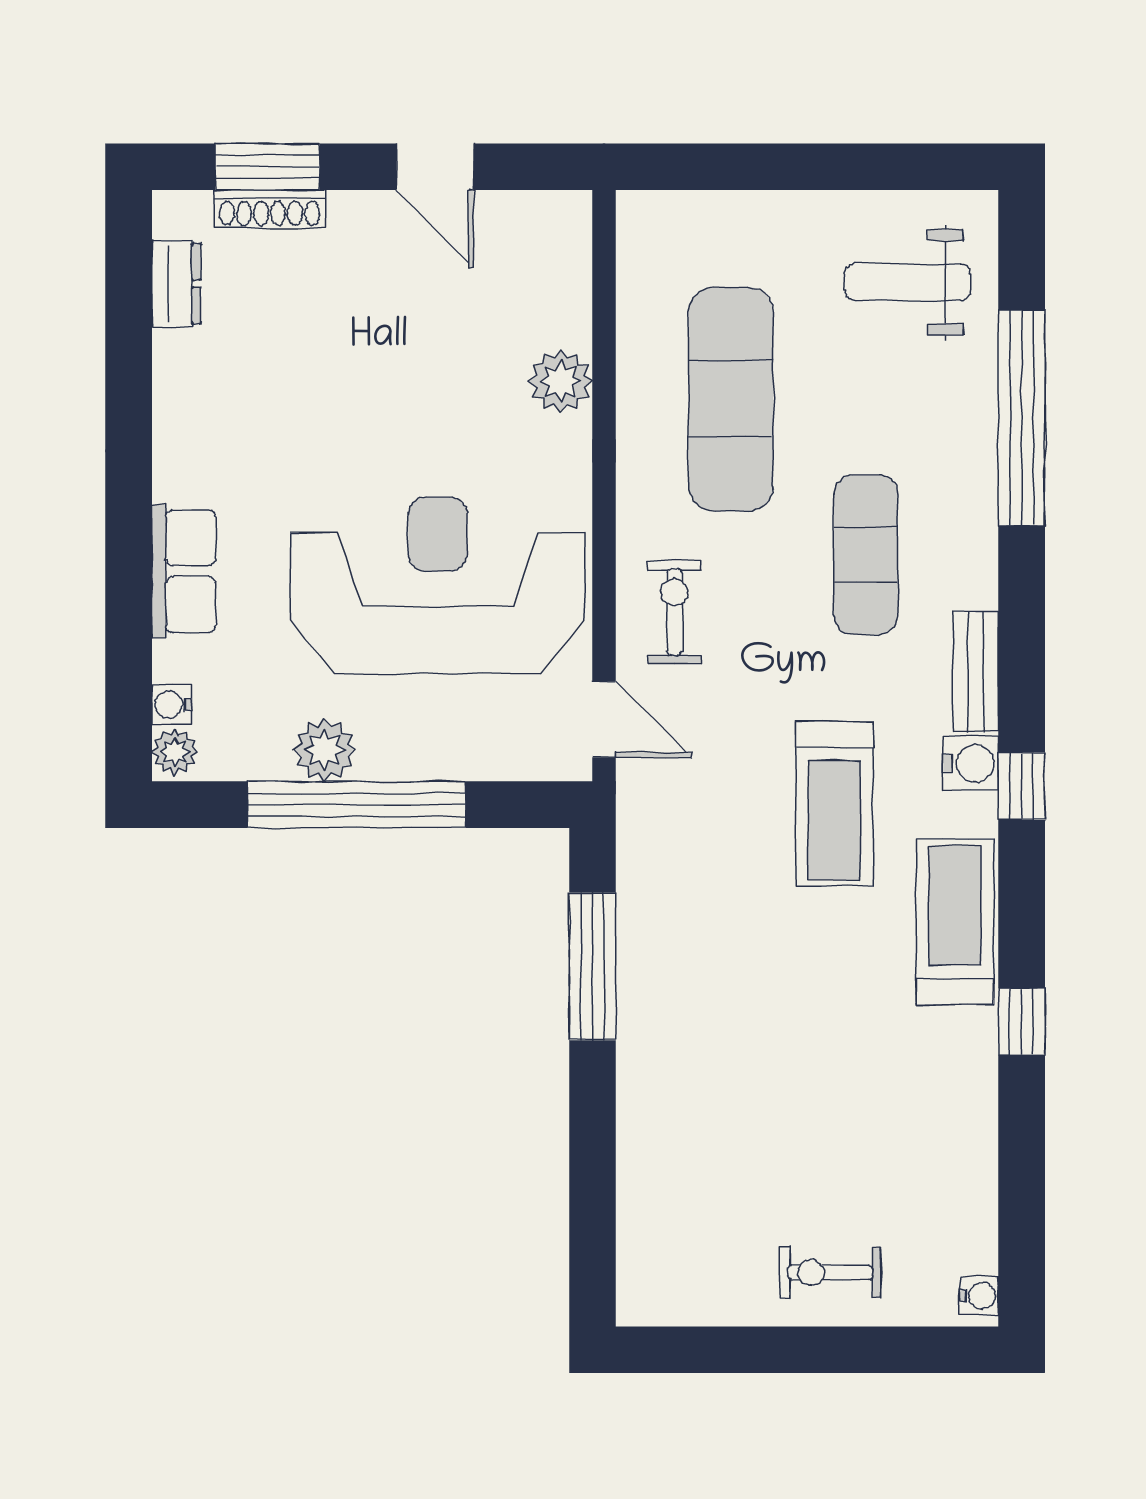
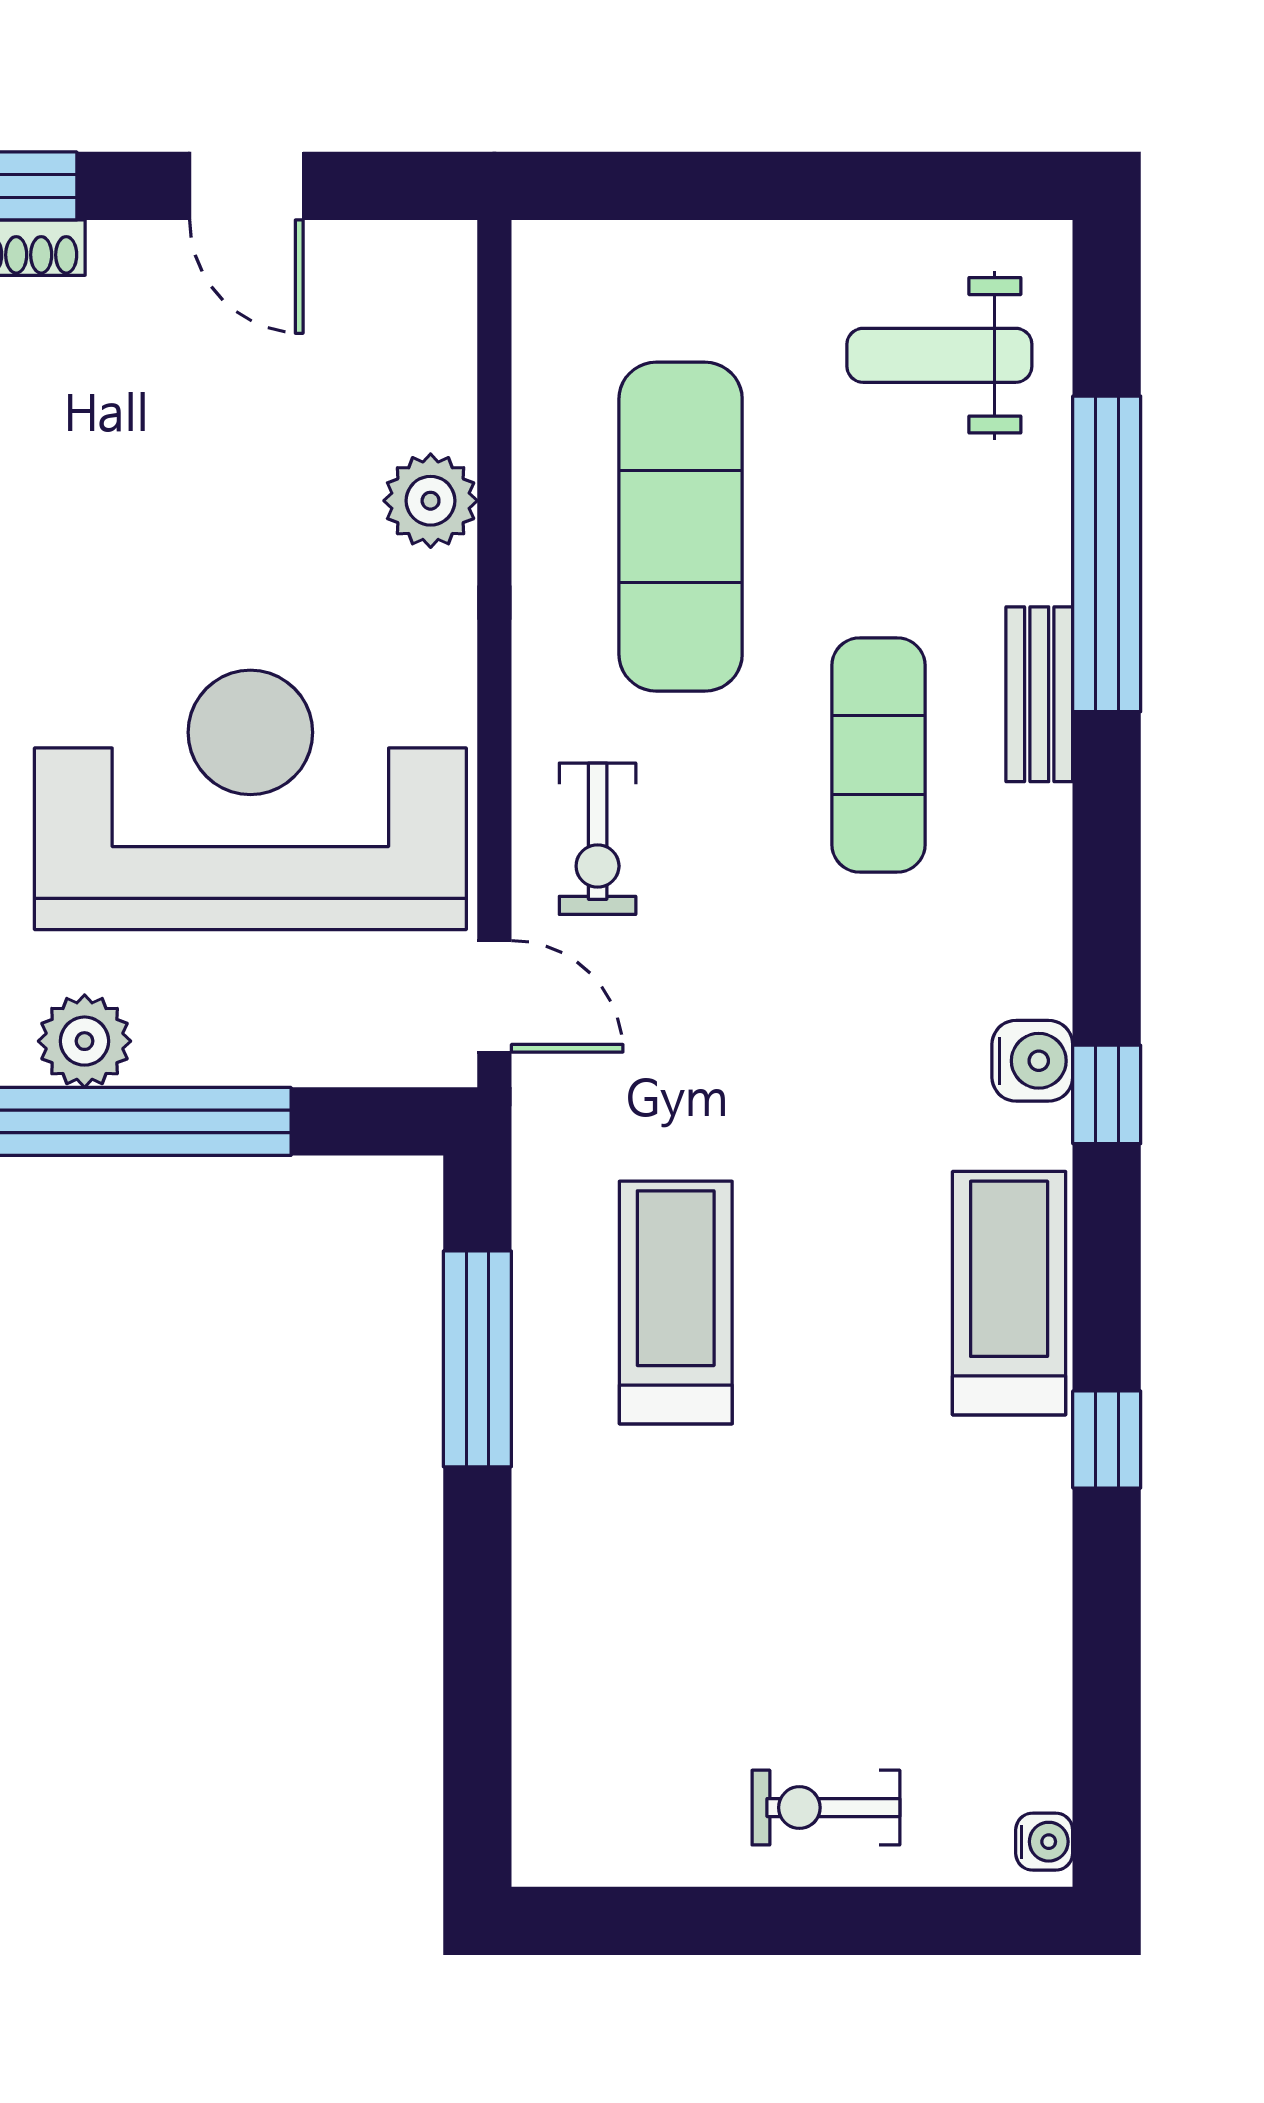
exercise bike: (674, 612) -> (598, 839), turned 180
bench: (976, 671) -> (1039, 694), moved
treadmill: (834, 804) -> (676, 1302), moved, turned 180

